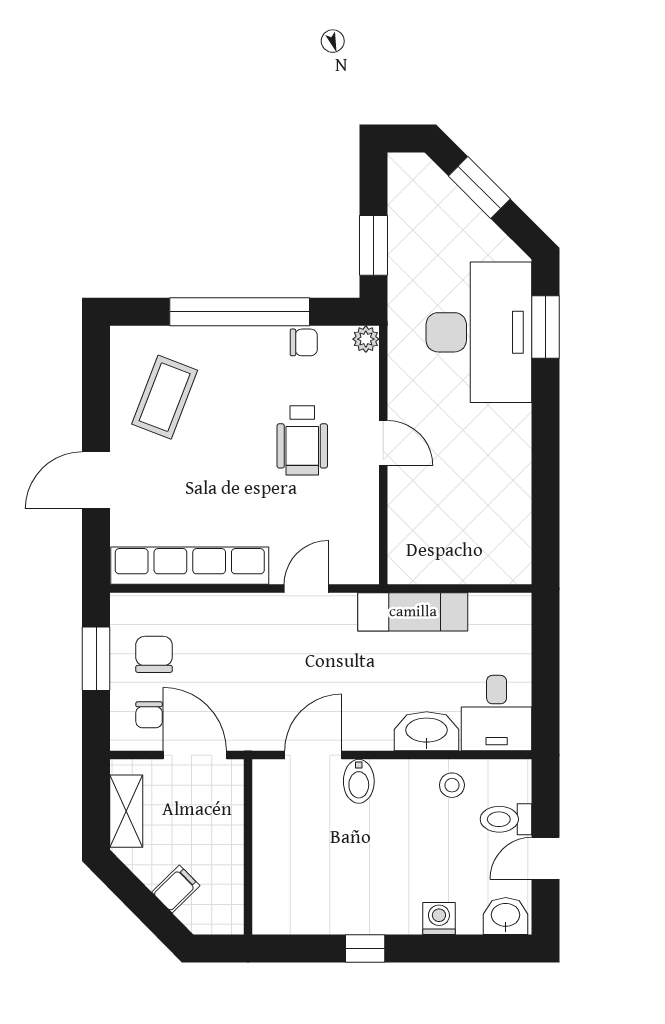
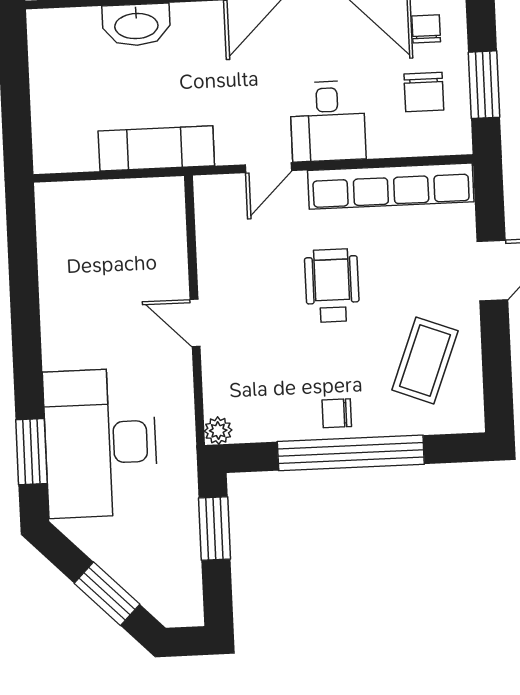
chair: (304, 342) -> (337, 413), moved
wheelchair: (302, 440) -> (332, 286), moved
desk: (497, 713) -> (328, 121), moved, turned 180

